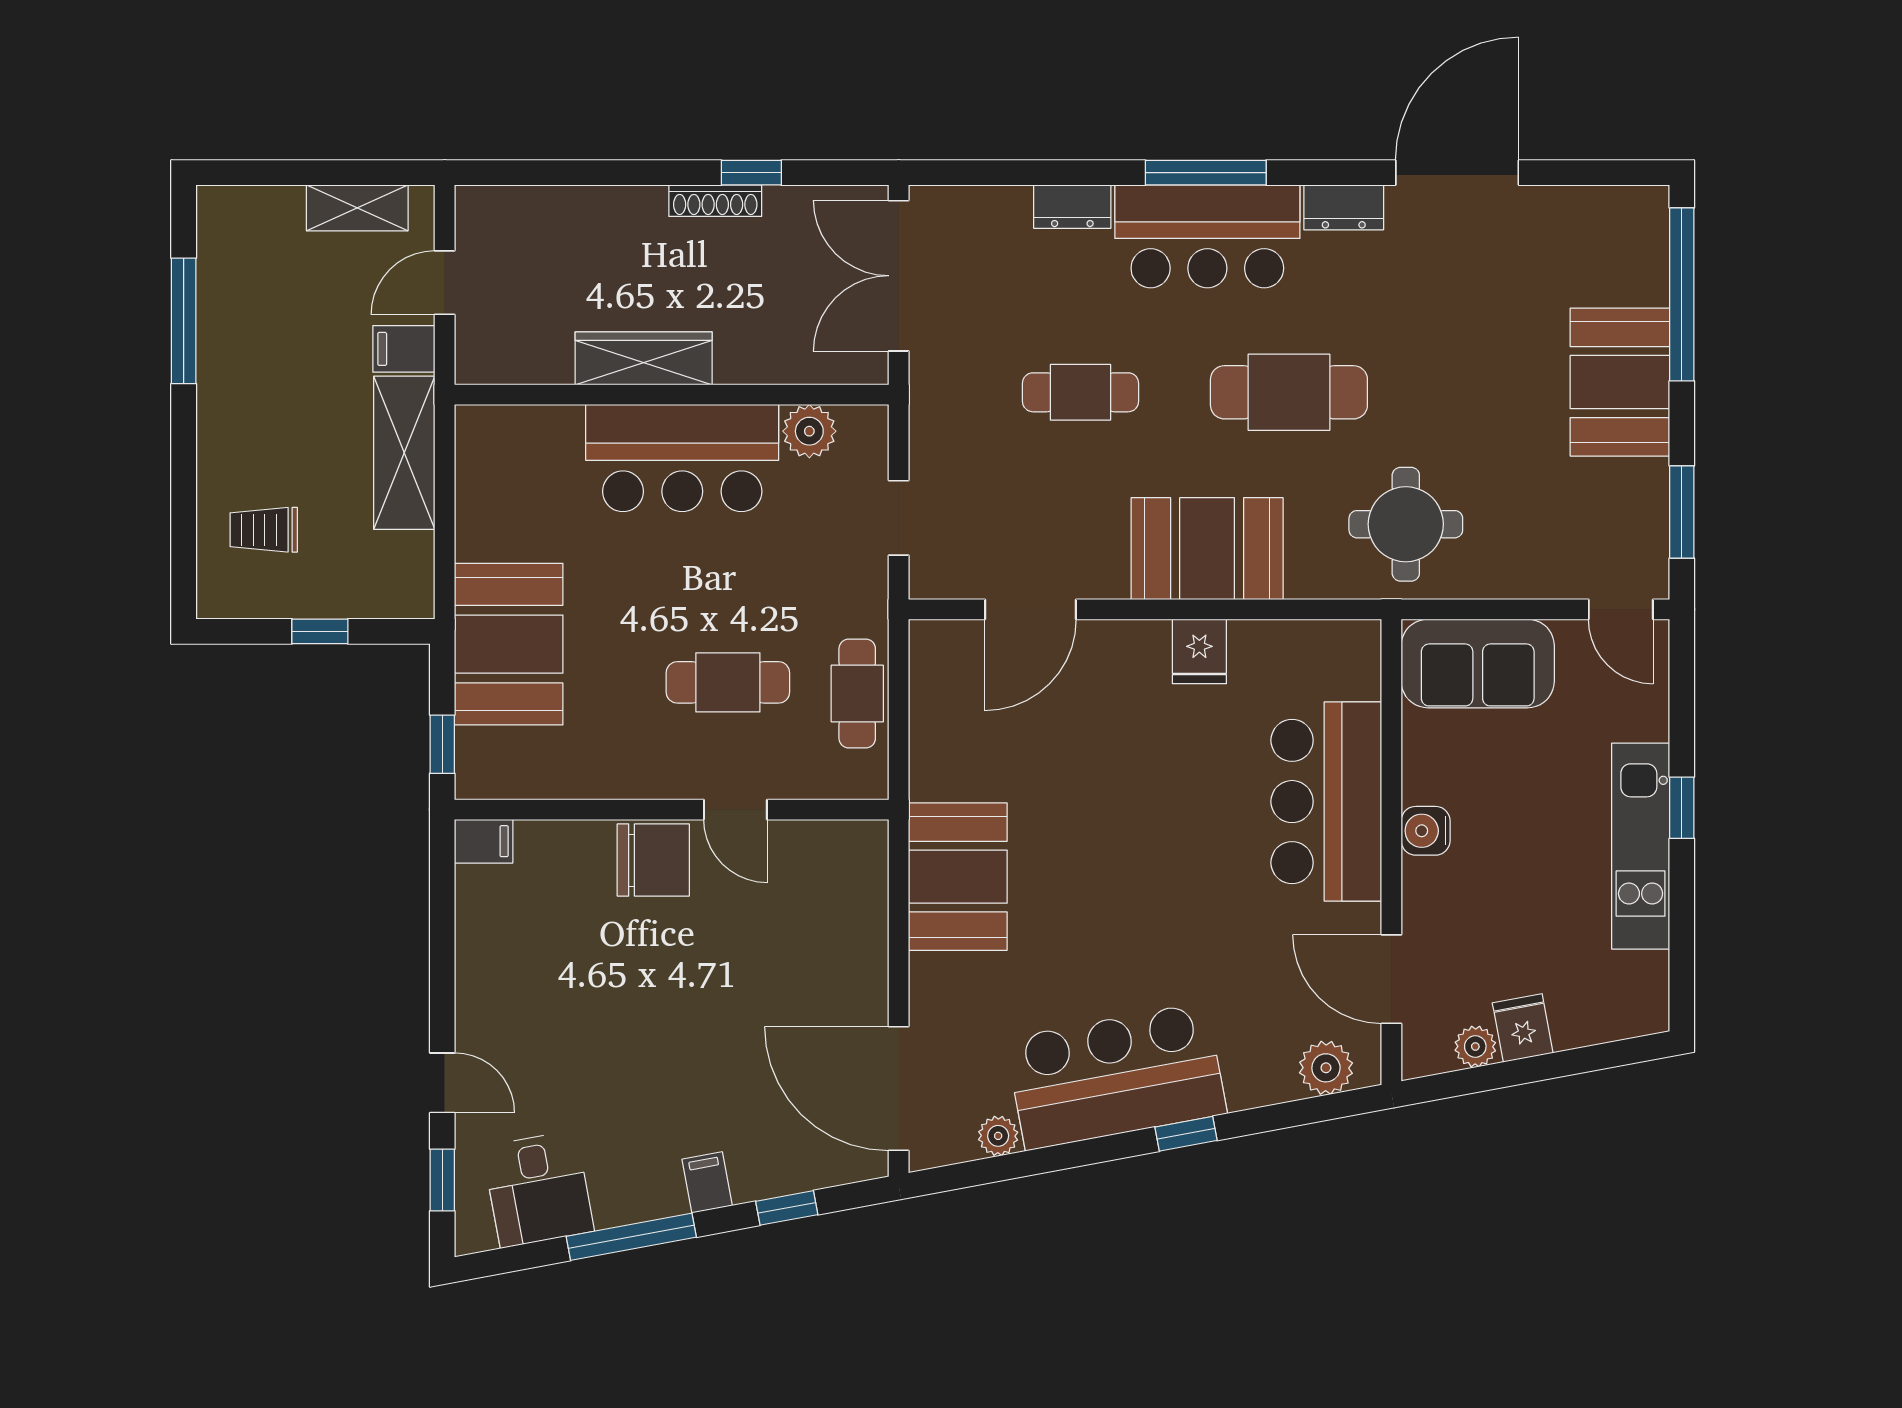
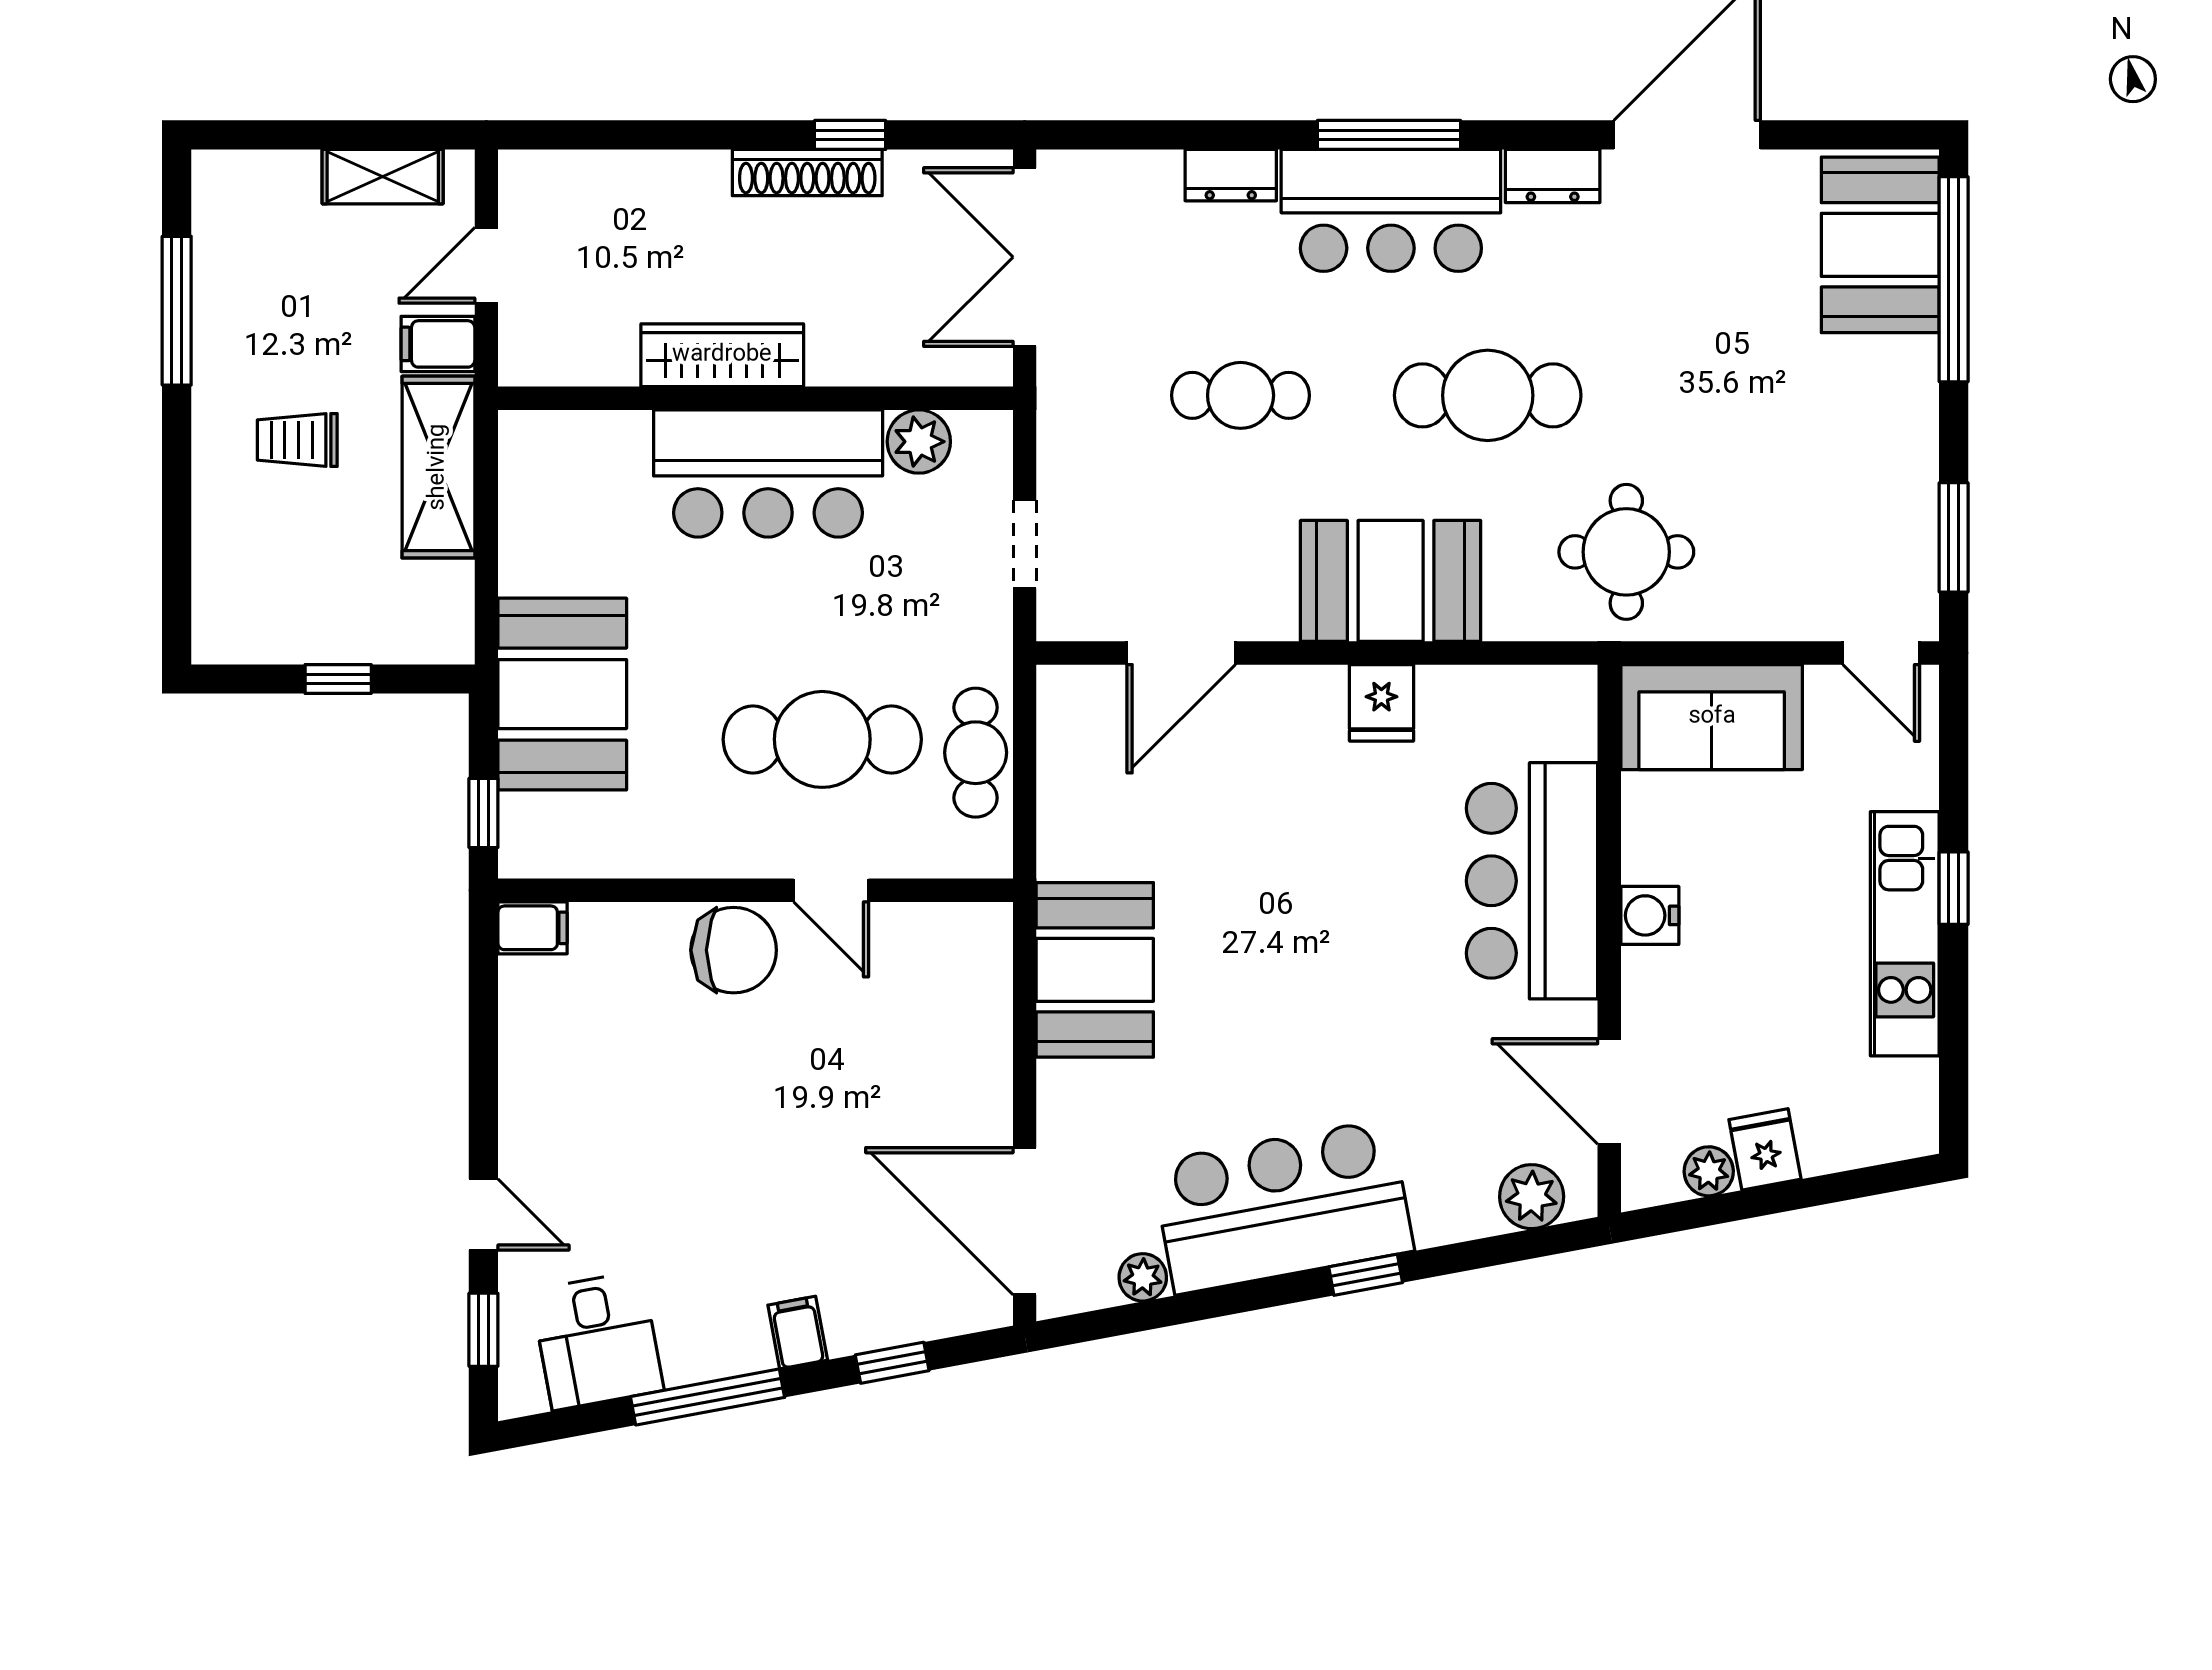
shoe rack: (715, 201) -> (807, 173), width x1.36, depth x1.24
booth: (1620, 382) -> (1880, 245), moved
trolley: (264, 530) -> (297, 440), moved
cafe table: (728, 682) -> (822, 739), width x1.37, depth x1.35

